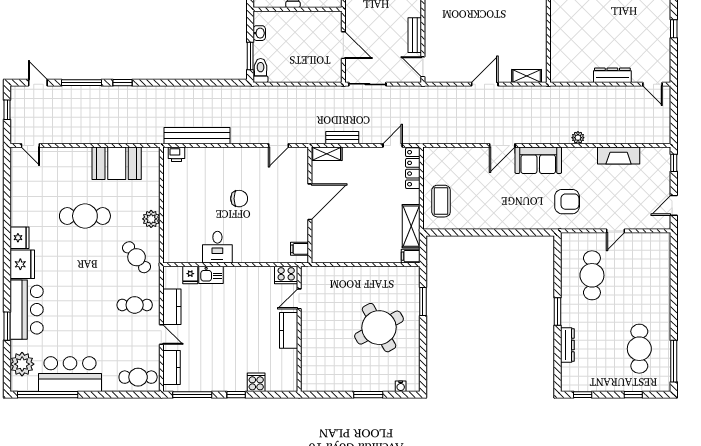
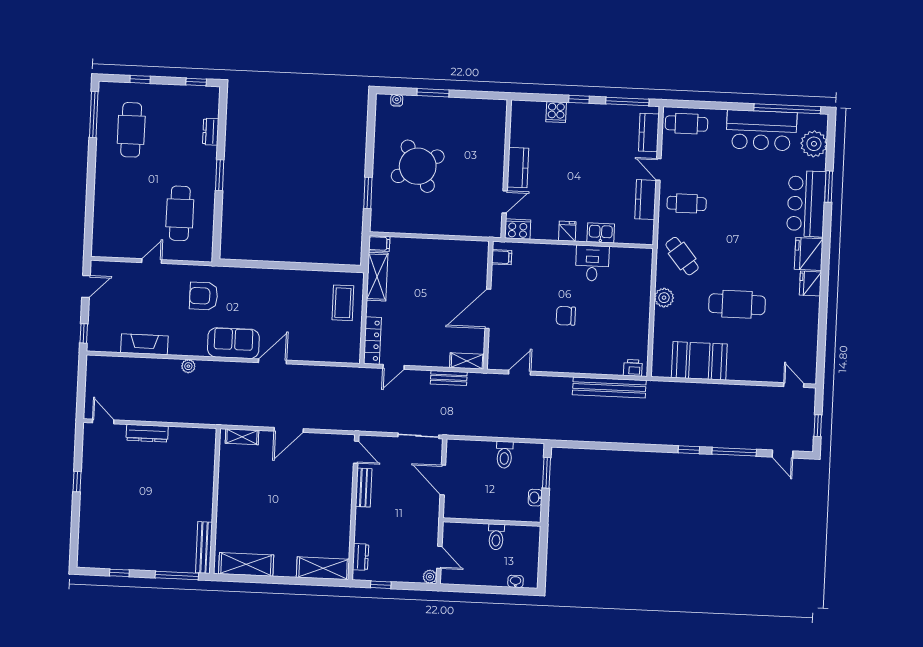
toilet: (261, 71) -> (504, 455), moved
fridge: (190, 275) -> (567, 231), moved
dresser: (567, 345) -> (211, 132), width x0.70

